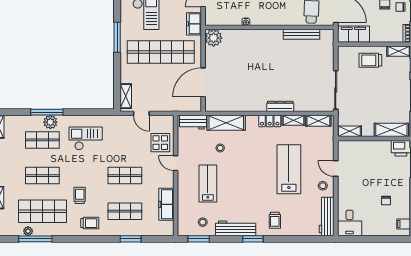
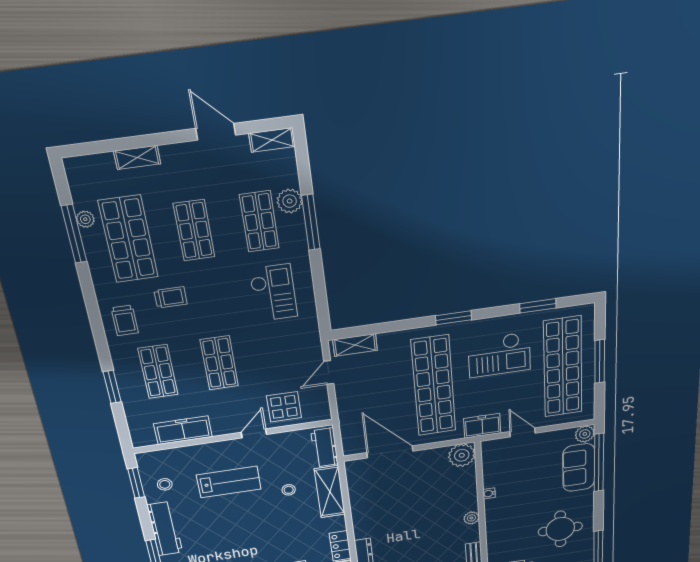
plant: (263, 34) -> (471, 518), added
window: (117, 37) -> (454, 318), width x0.69
plant: (50, 122) -> (290, 201), moved

